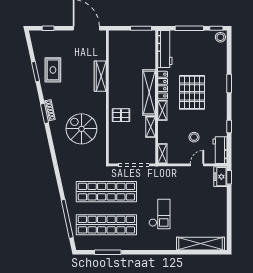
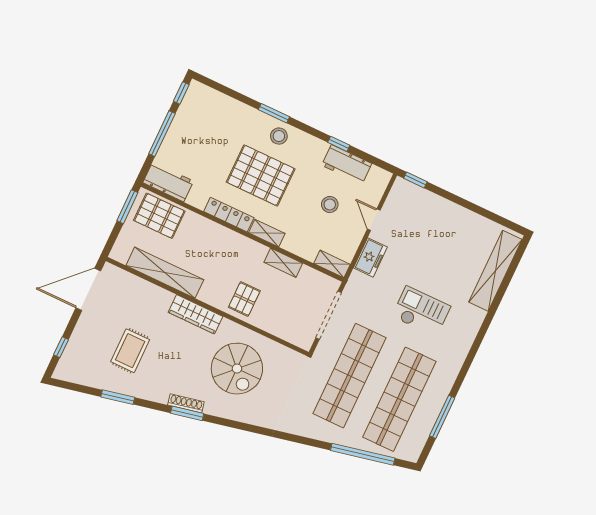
stool: (220, 37) -> (279, 136), moved
pallet: (144, 48) -> (159, 216), added
workbench: (165, 49) -> (168, 182), width x0.73
rug: (53, 70) -> (130, 351), moved, turned 90
wardrobe: (100, 76) -> (195, 314), moved
shelving: (149, 93) -> (165, 273), moved
spiral stairs: (81, 129) -> (237, 369), turned -90
workbench: (220, 150) -> (347, 164), moved
freezer: (220, 177) -> (370, 257), moved, turned -90

